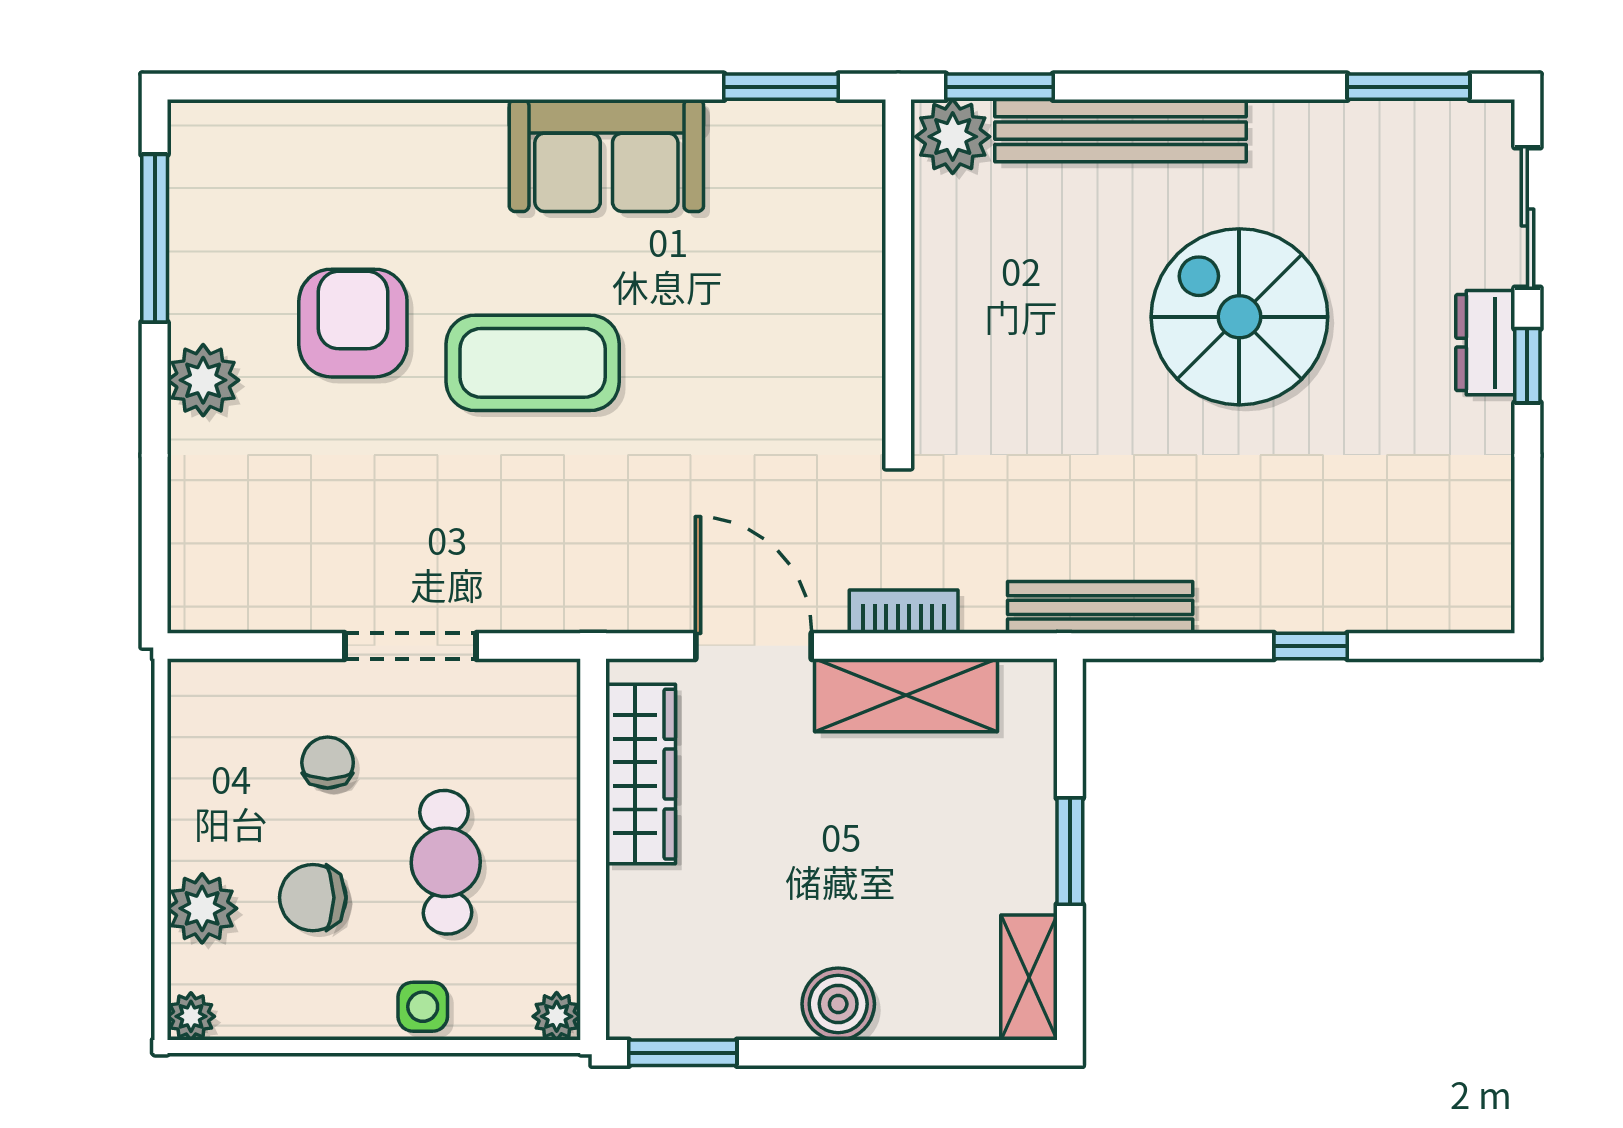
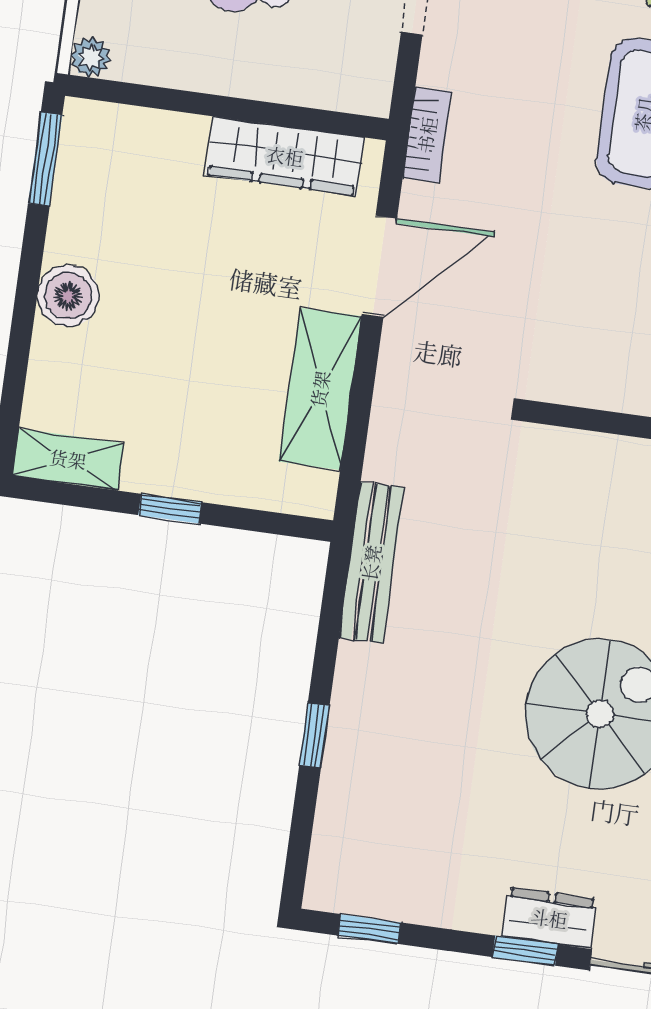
window: (1527, 551) -> (369, 929), added
bookcase: (904, 612) -> (427, 135), moved
window: (1070, 851) -> (170, 509), width x0.67

